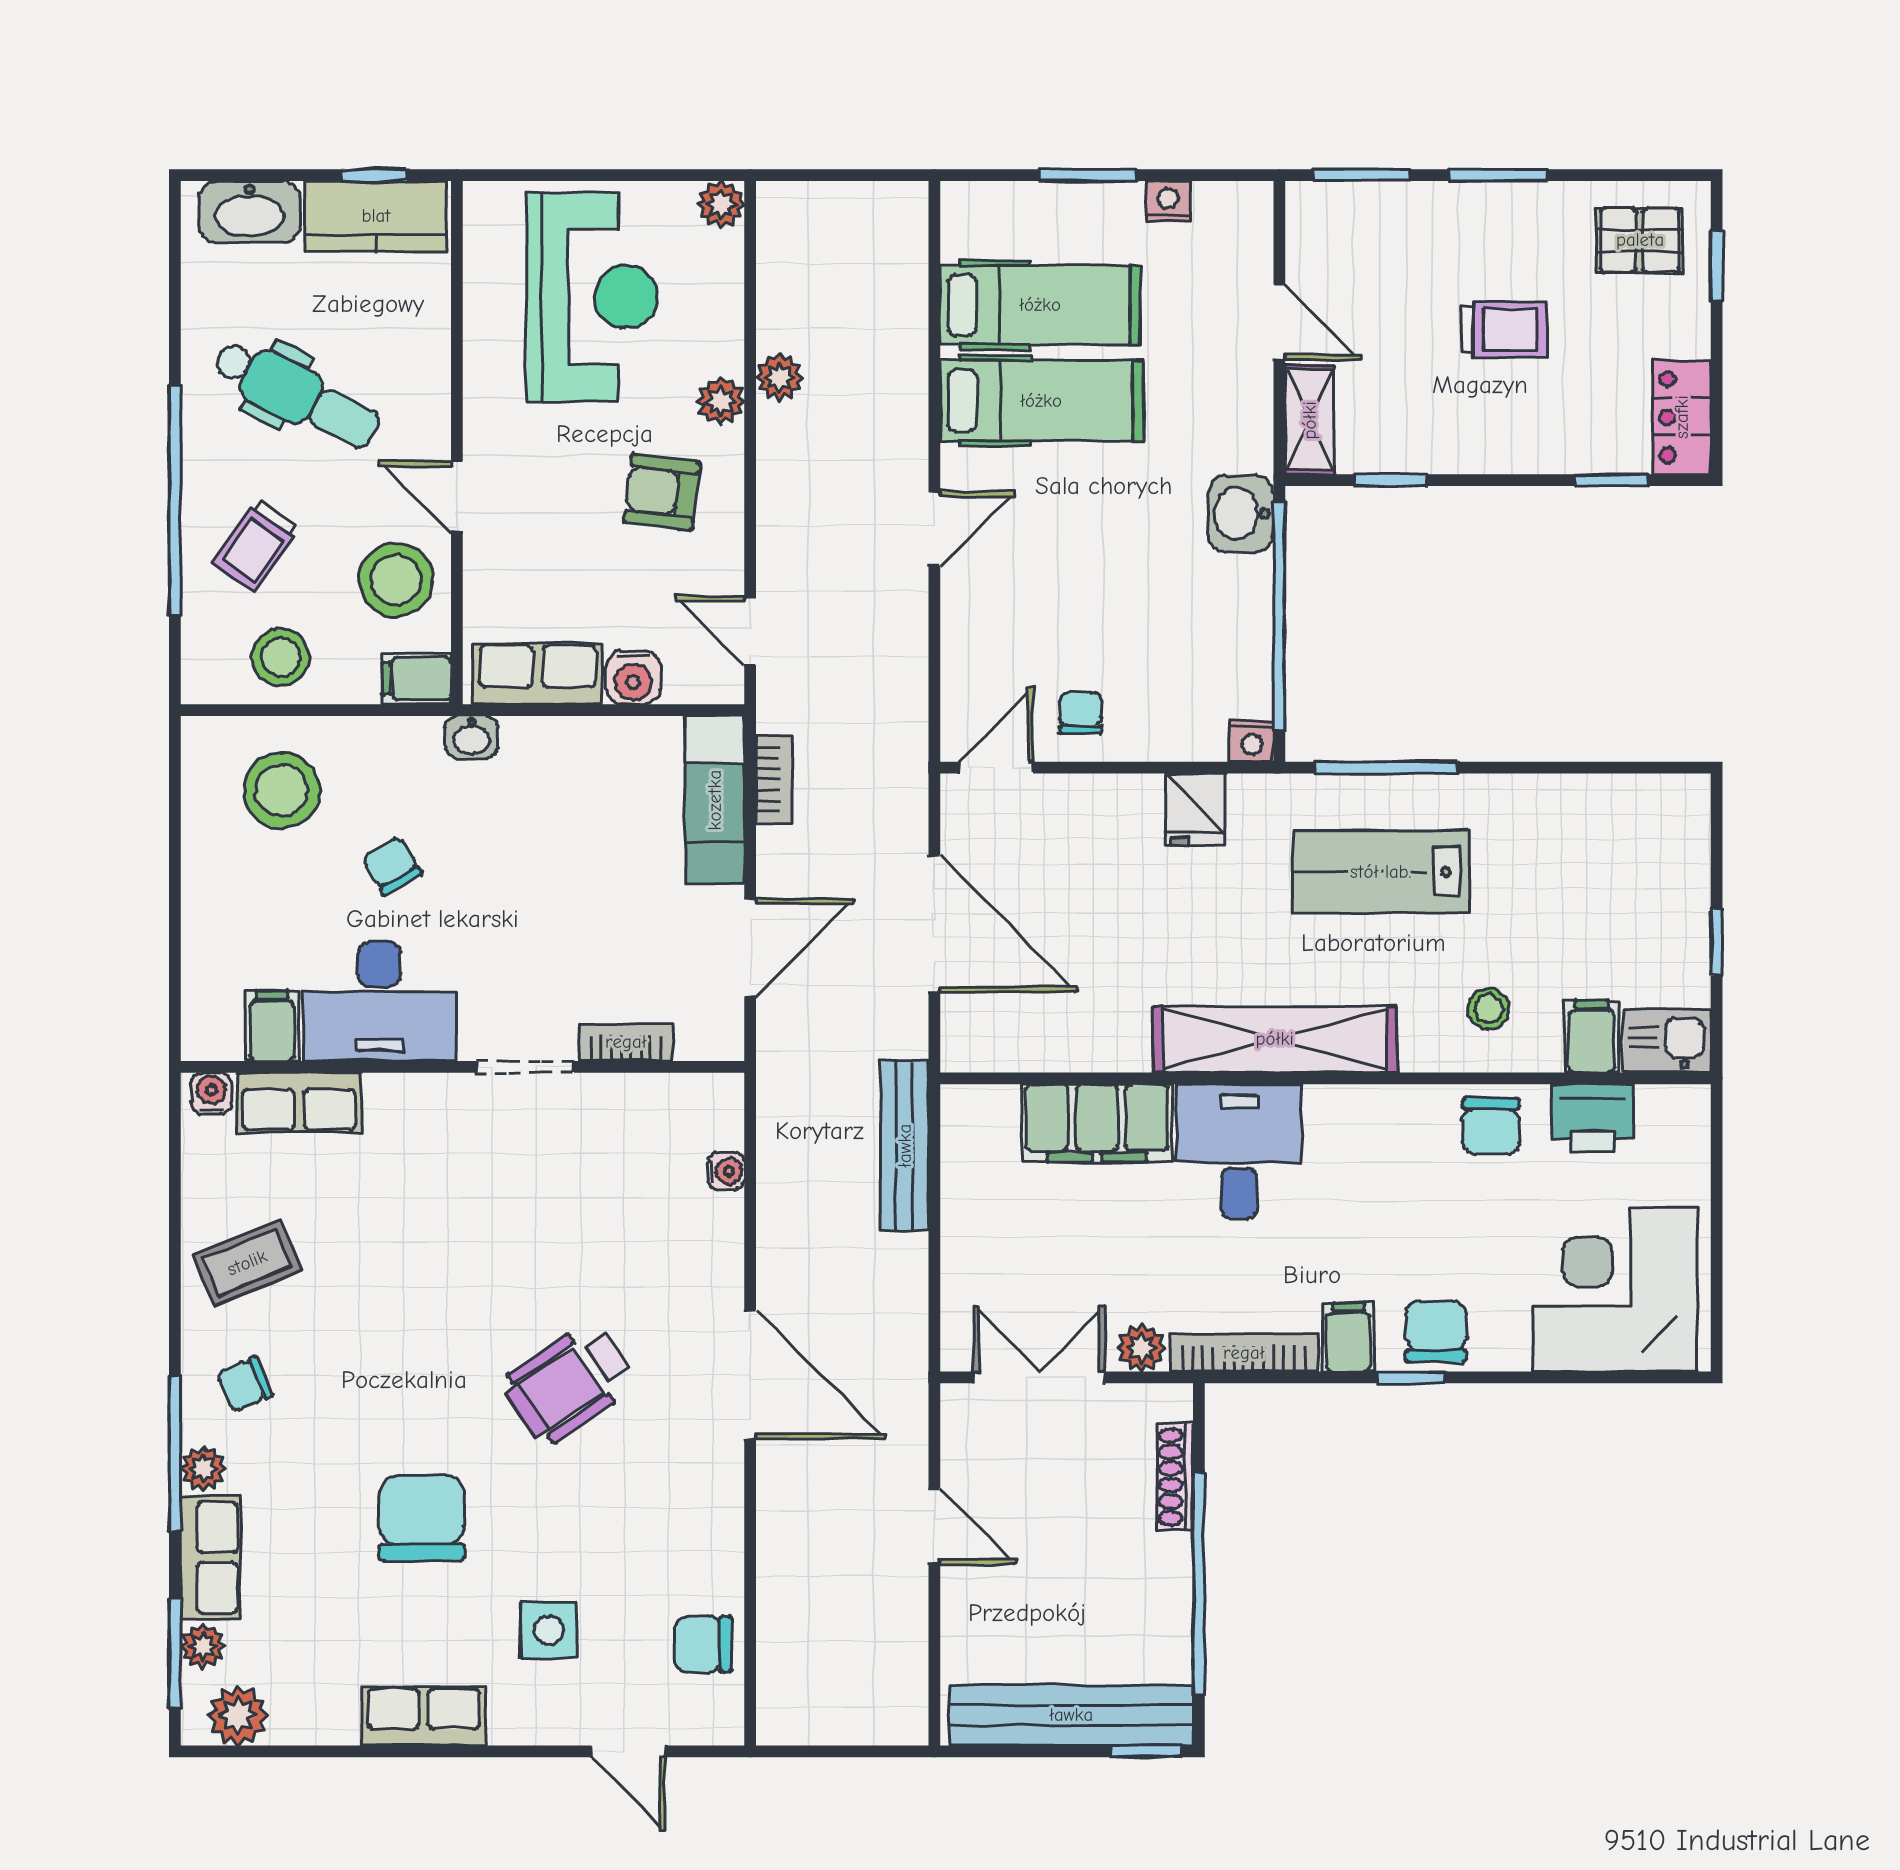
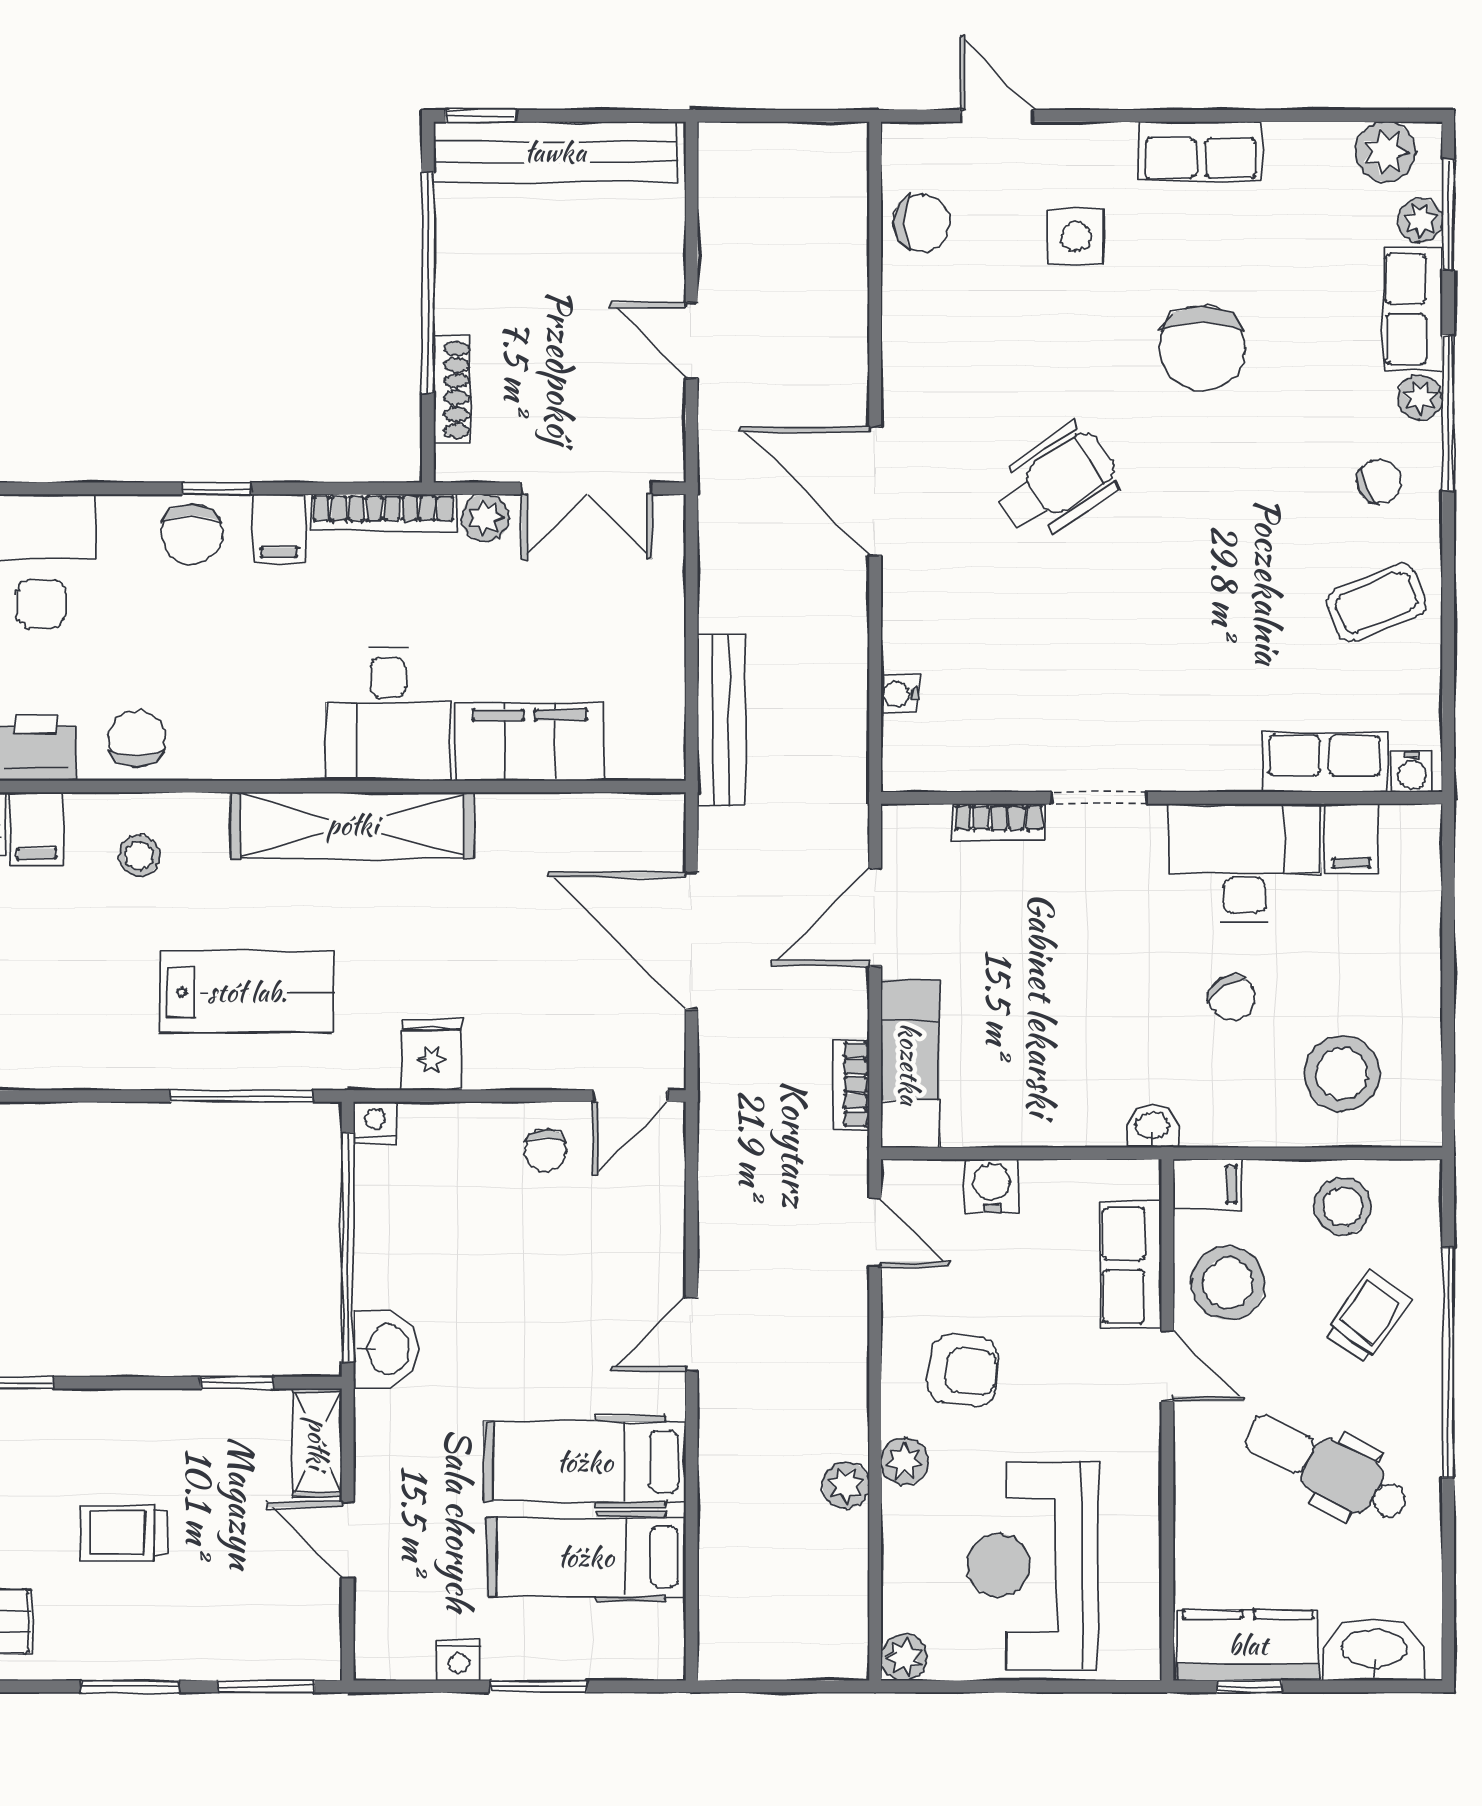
row of seats: (538, 674) -> (1131, 1265), moved, turned 90

